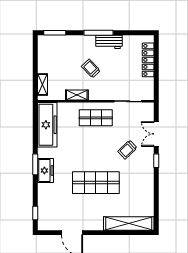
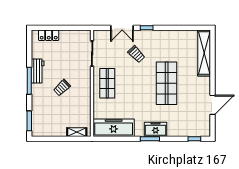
locker: (148, 60) -> (49, 35), width x0.66
shelving: (77, 95) -> (86, 101), removed

